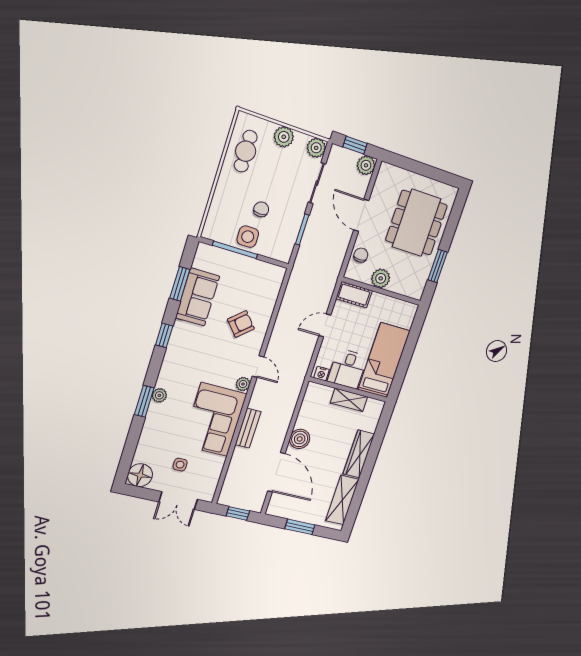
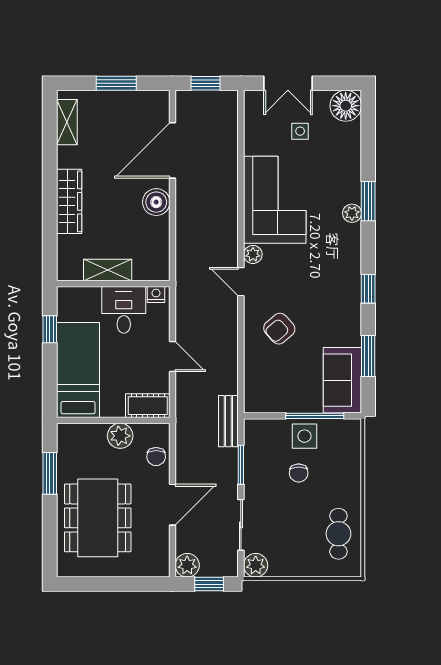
plant: (284, 137) -> (299, 565), removed
door: (361, 215) -> (172, 505), hinge flipped
sofa: (198, 297) -> (342, 380), moved
door: (325, 325) -> (172, 357), hinge flipped
bed: (384, 360) -> (78, 370), moved, turned 180
window: (402, 369) -> (50, 329), added
bench: (248, 428) -> (228, 421), moved
door: (276, 472) -> (172, 150), hinge flipped
shelving: (342, 500) -> (67, 122), width x0.67, depth x0.75
double door: (178, 501) -> (288, 83), swing flipped

